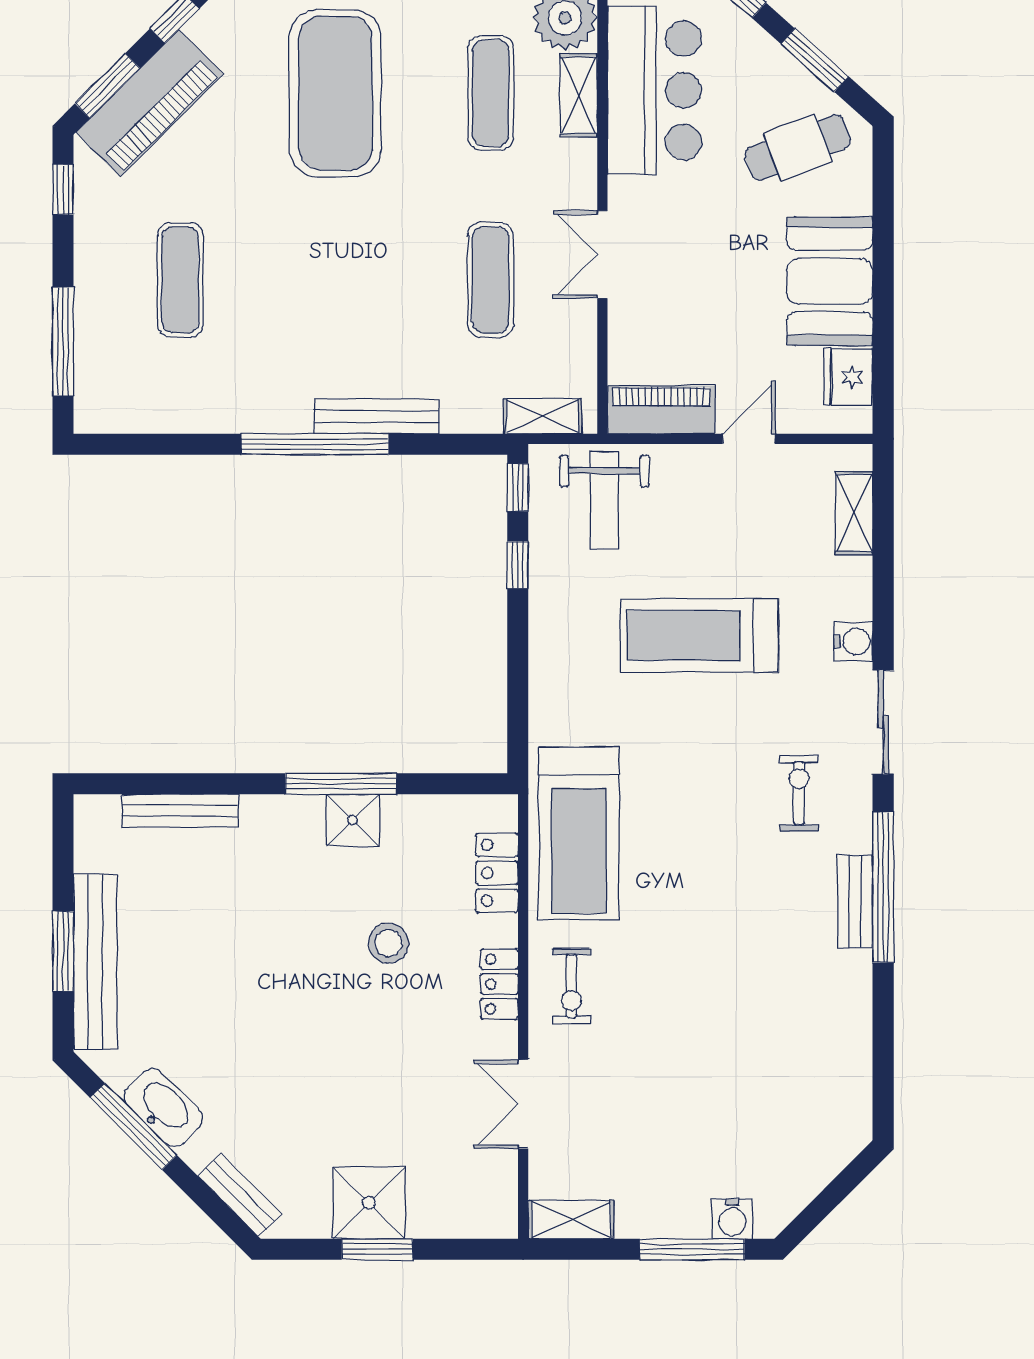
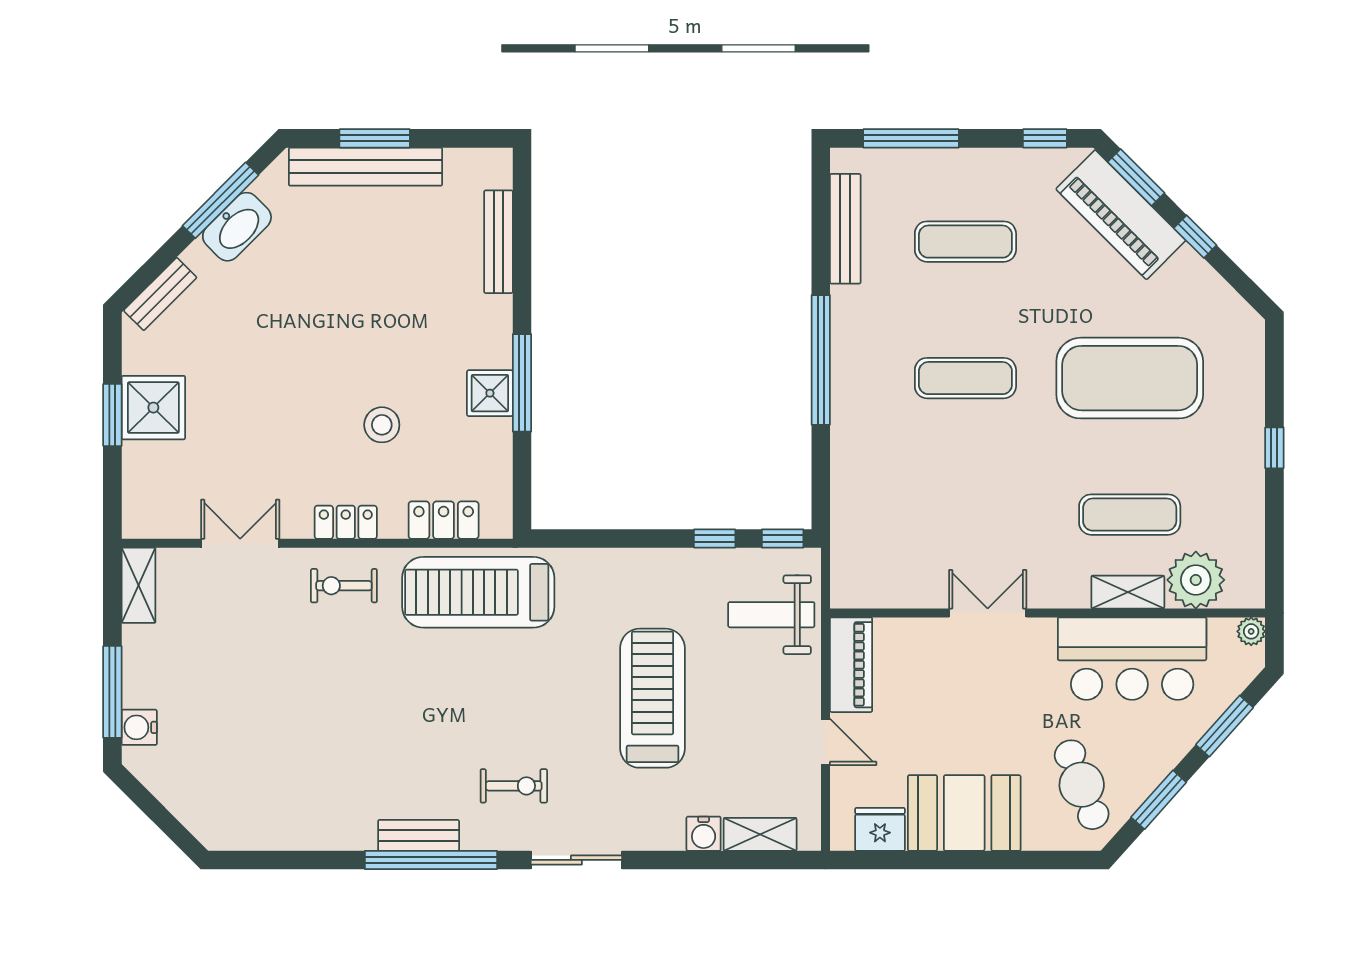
exercise mat: (491, 280) -> (965, 378), moved
bench: (377, 416) -> (845, 229), moved
shelving: (543, 416) -> (845, 560), removed
water cooler: (853, 641) -> (704, 834), moved

